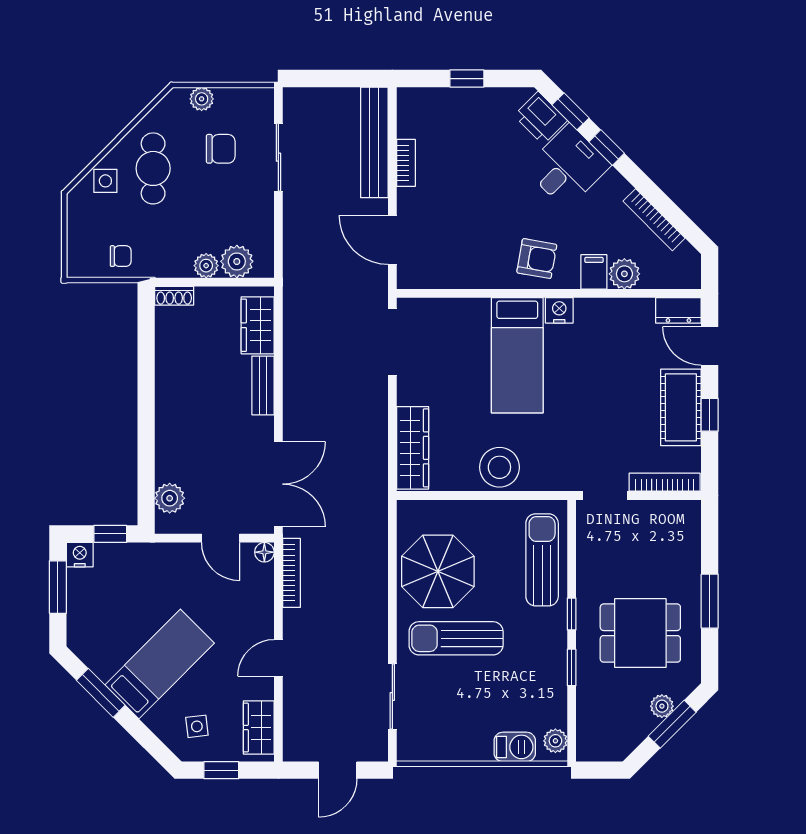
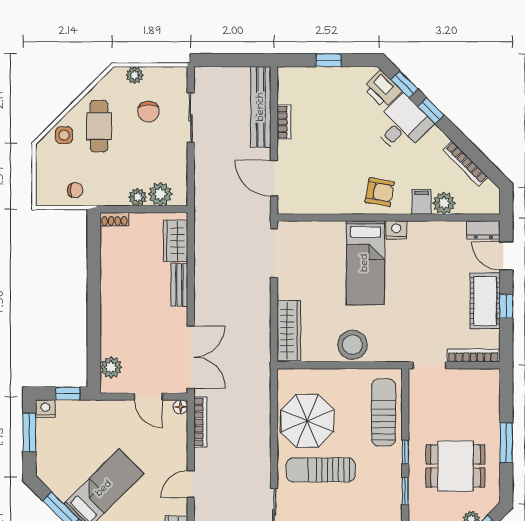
chair: (221, 149) -> (148, 112), turned 90

